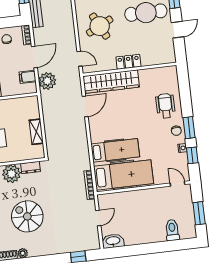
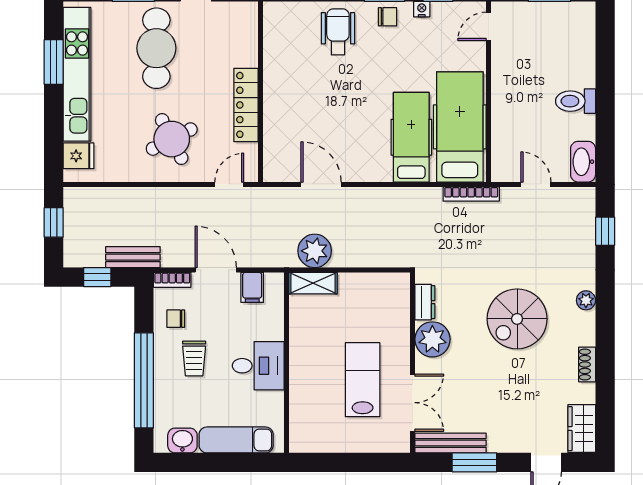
locker: (128, 62) -> (246, 105), width x1.53
plant: (47, 81) -> (315, 251), moved
wardrobe: (111, 82) -> (280, 130), removed
wheelchair: (165, 106) -> (338, 32), turned 90
shelving: (36, 132) -> (313, 283), moved
toilet: (172, 230) -> (576, 101), moved
plant: (23, 253) -> (586, 300), moved

